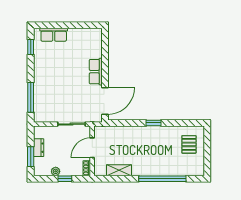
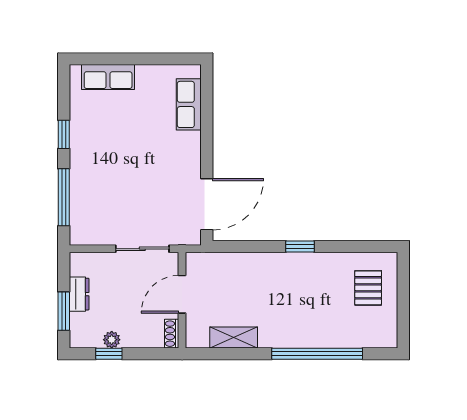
window: (31, 47) -> (64, 134), moved
row of seats: (96, 72) -> (189, 104), moved
window: (65, 179) -> (109, 354), moved

